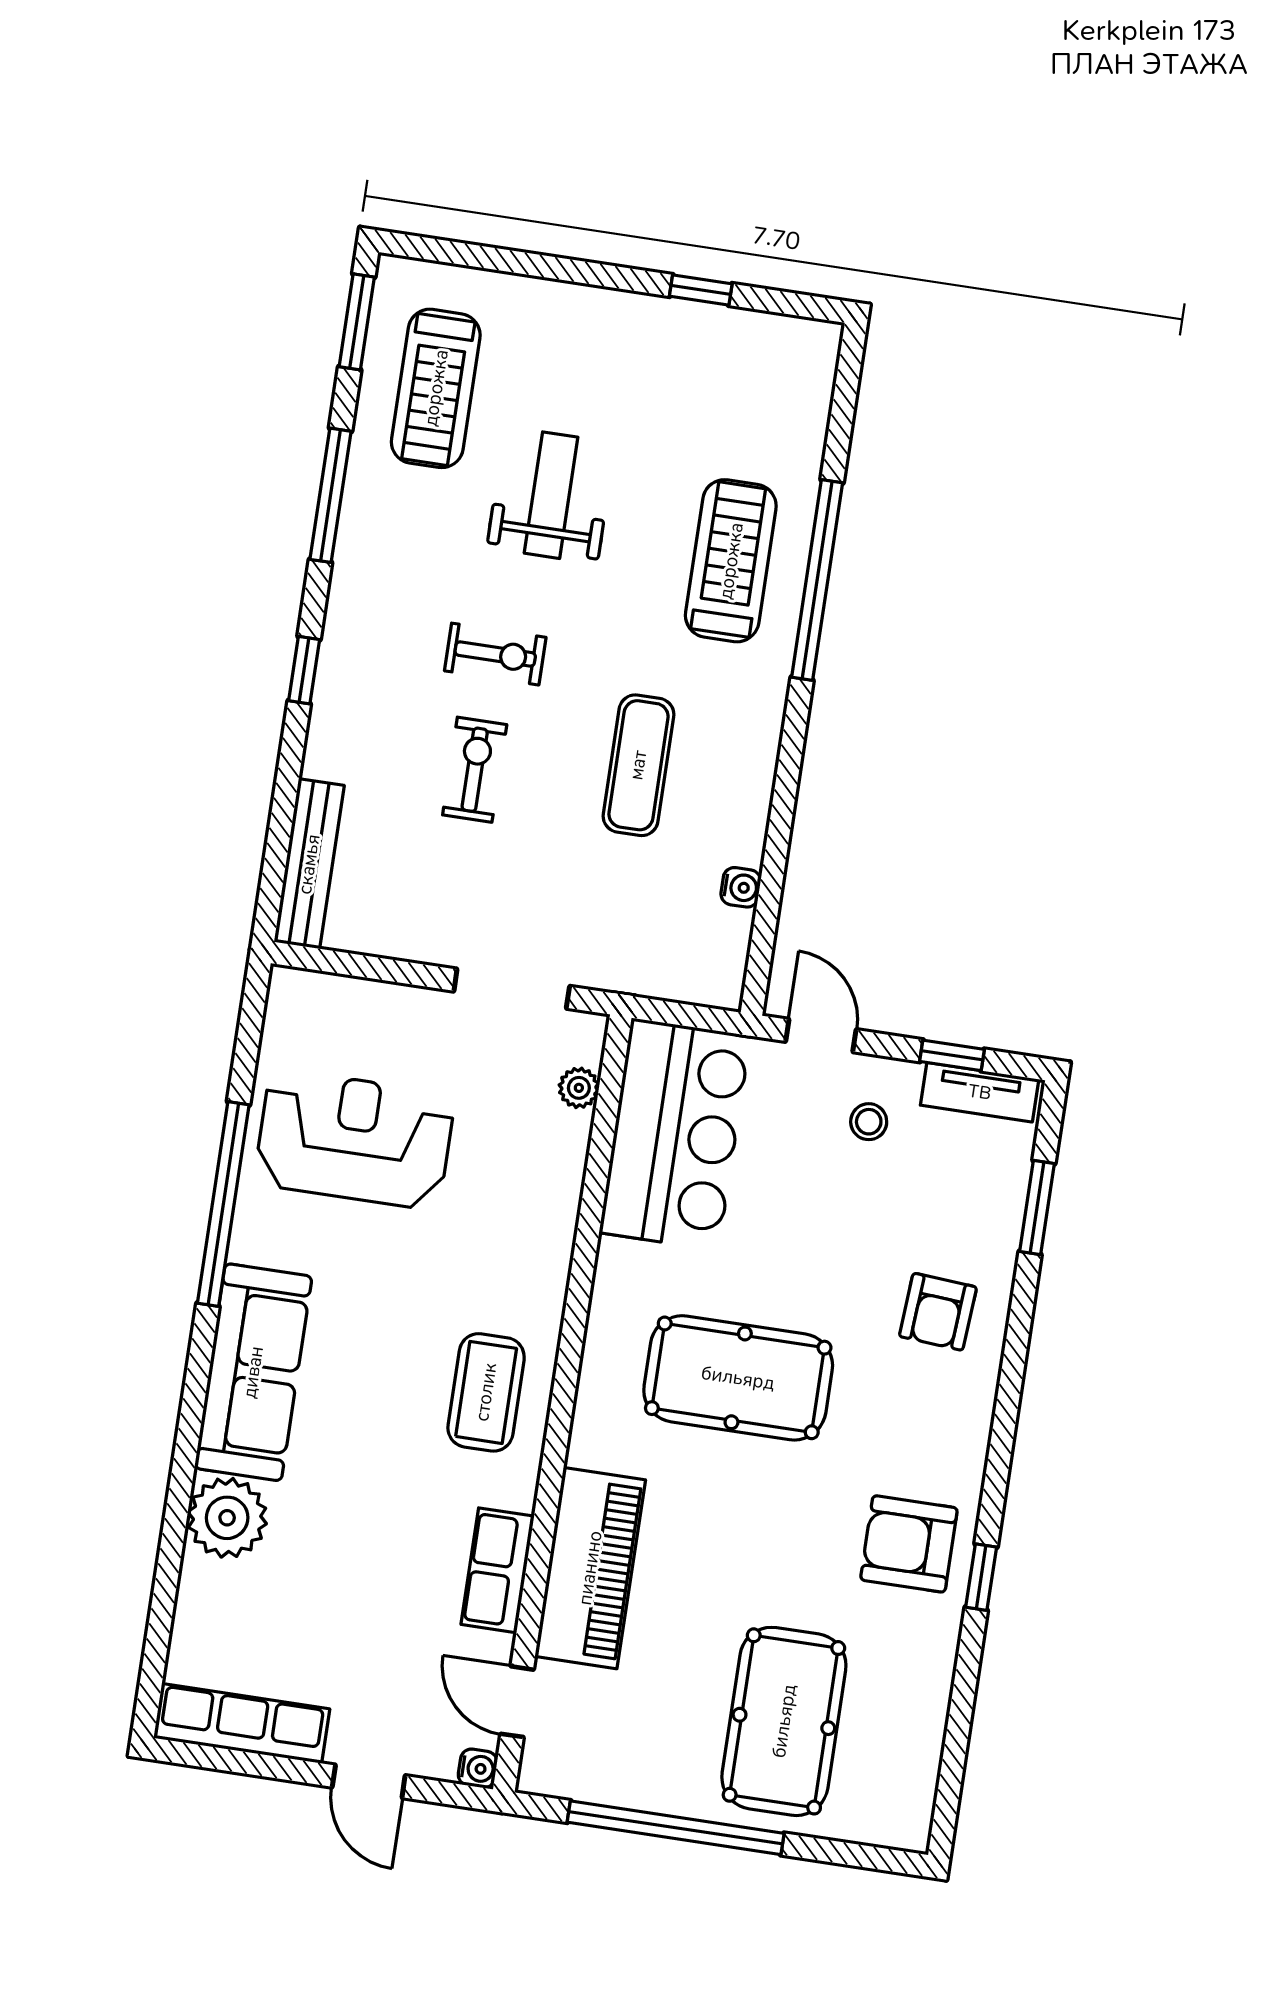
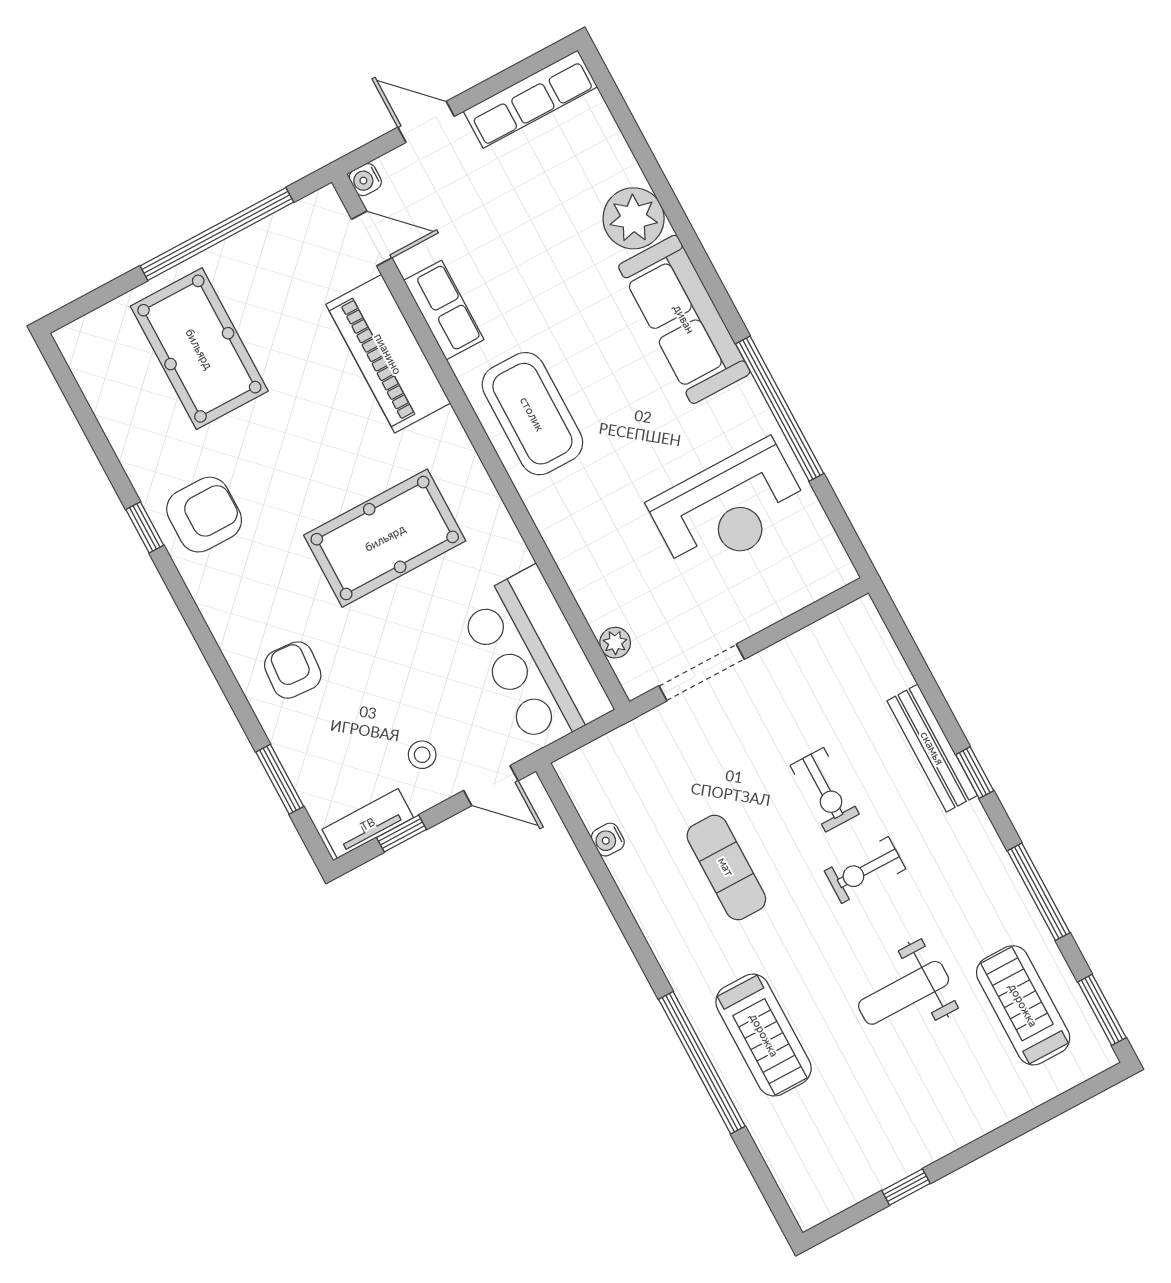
weight bench: (551, 495) -> (904, 993), turned 90
bench: (309, 864) -> (932, 748), moved
coffee table: (486, 1392) -> (532, 414), width x1.36, depth x1.32

